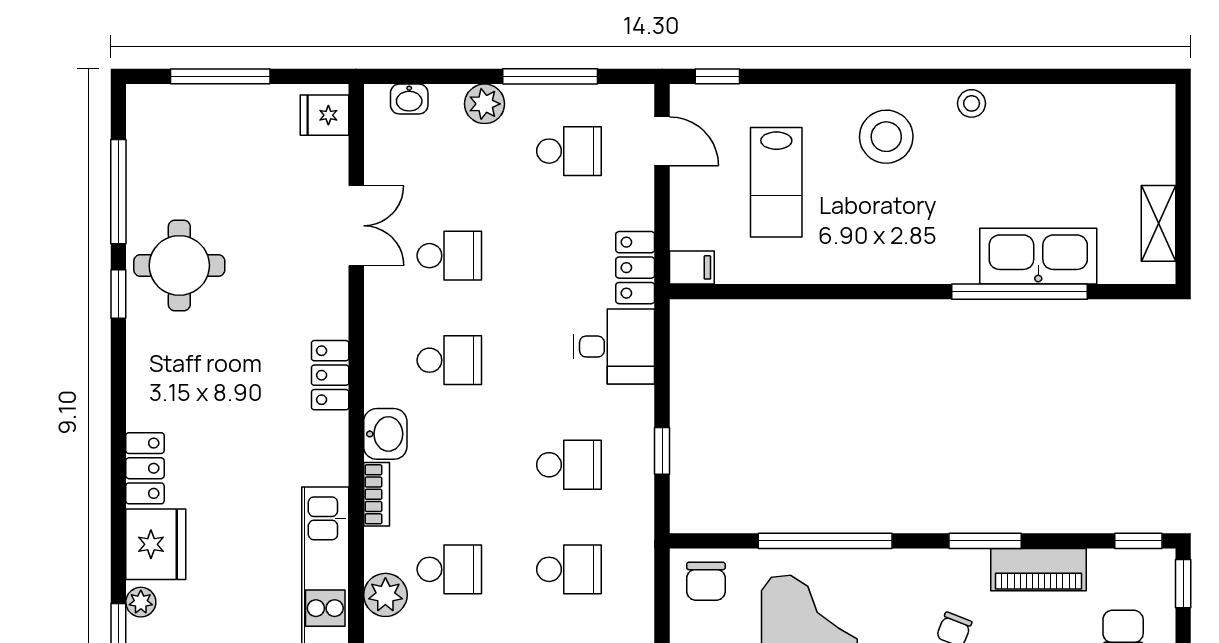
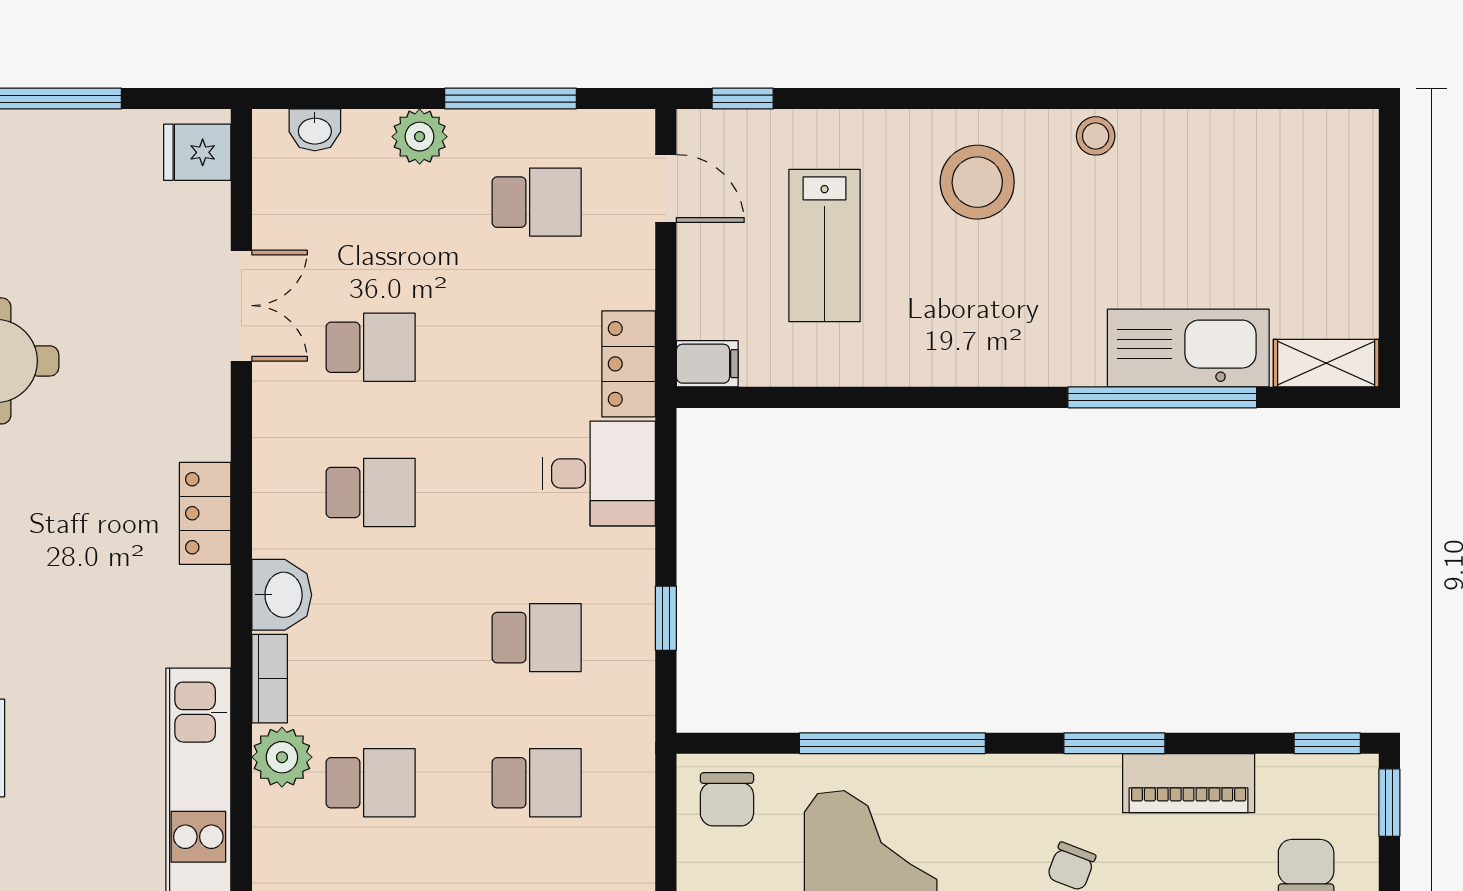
shelving: (1158, 223) -> (1326, 363), moved, turned 90
plant: (385, 595) -> (282, 757), moved

